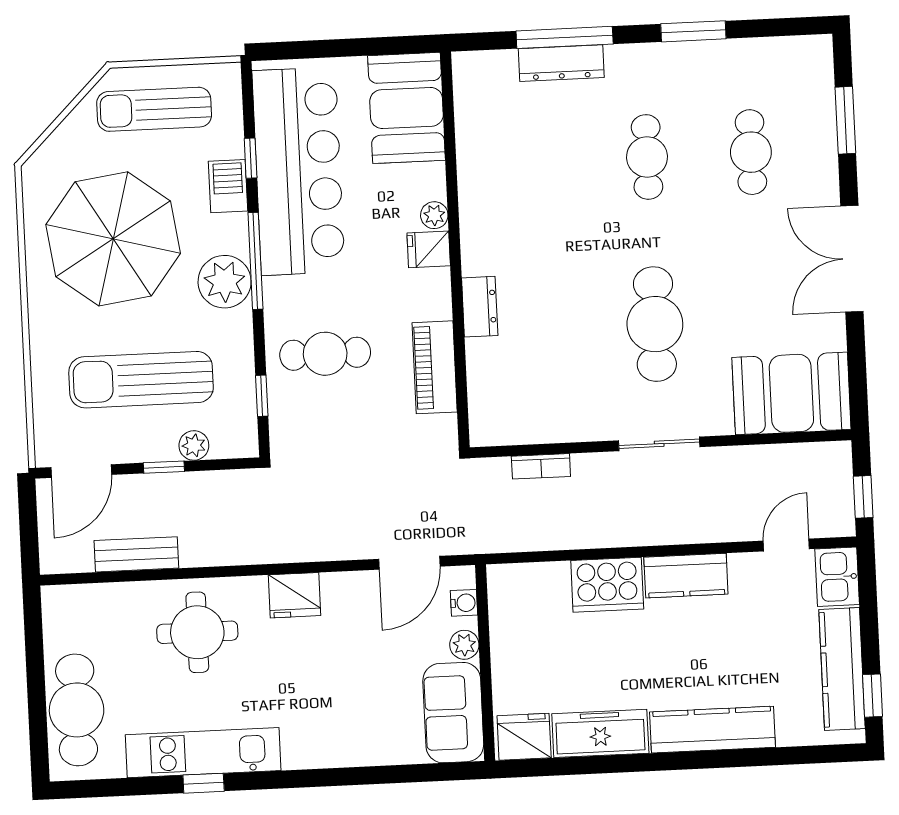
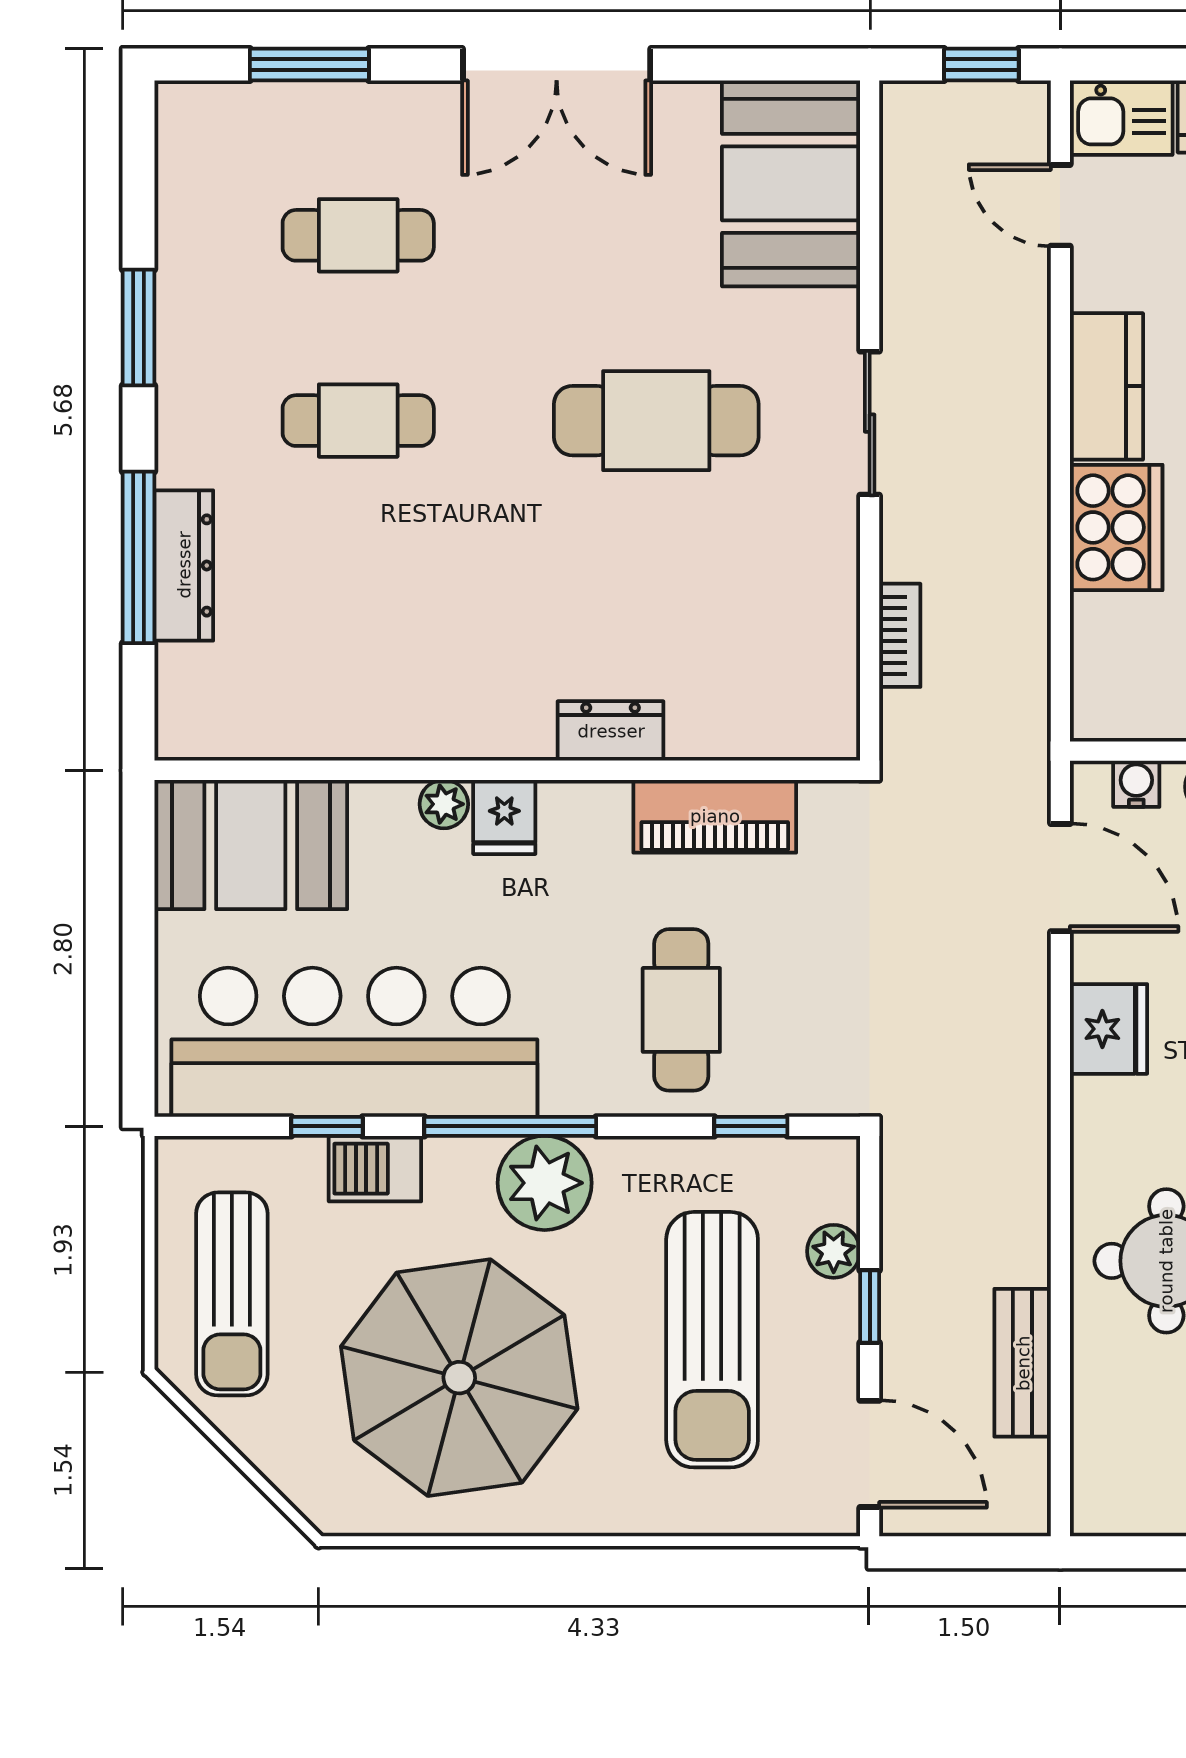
fridge: (295, 595) -> (1109, 1029), moved

